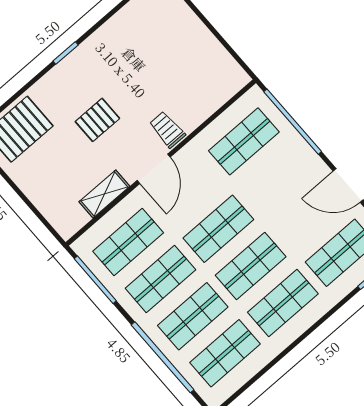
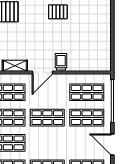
pallet: (97, 120) -> (58, 12), moved
shop shelf: (251, 266) -> (87, 118), moved

